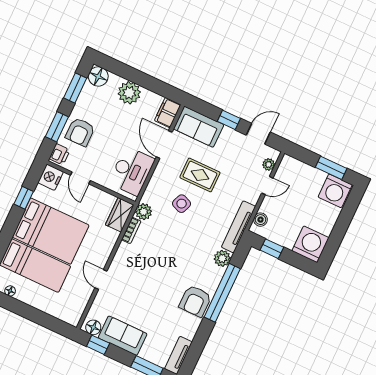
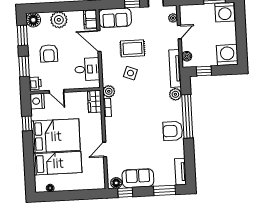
armchair: (80, 132) -> (49, 53), moved
desk: (132, 171) -> (87, 69), width x0.73
door: (101, 279) -> (105, 149), hinge flipped
armchair: (195, 301) -> (173, 131), turned 90

